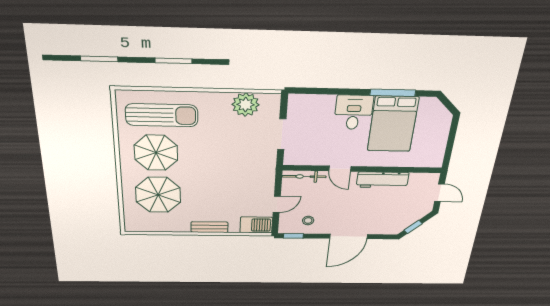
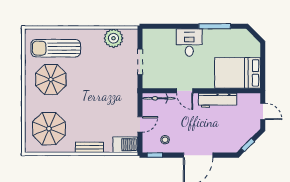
sun lounger: (162, 115) -> (56, 48), turned 180
bed: (393, 124) -> (238, 73), moved, turned 90
parasol: (158, 195) -> (49, 129), moved

